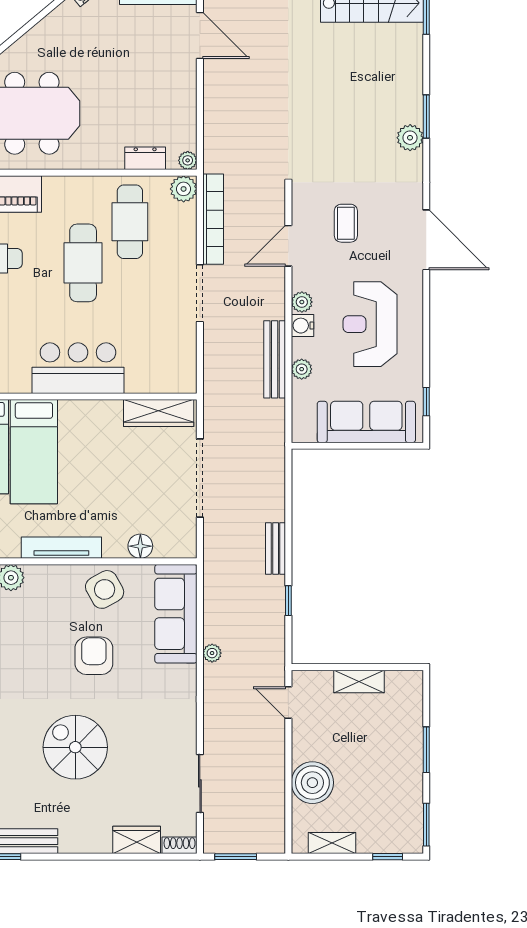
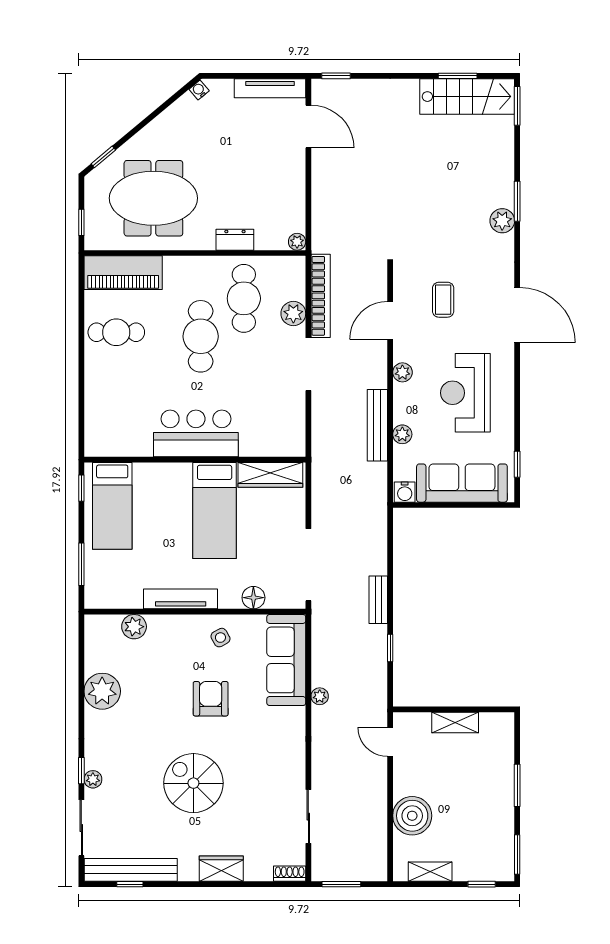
dresser: (145, 158) -> (235, 240), moved
plant: (184, 189) -> (293, 313), moved
water cooler: (302, 326) -> (405, 492), moved, turned -90
bed: (34, 452) -> (215, 510), moved
doorway: (200, 478) -> (308, 565), moved
side table: (105, 589) -> (220, 638), width x0.54, depth x0.54
wardrobe: (137, 840) -> (221, 869), moved

